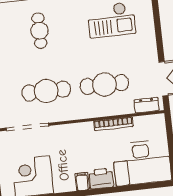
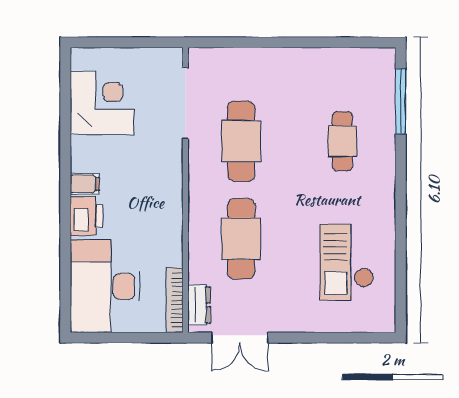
cafe table: (39, 31) -> (342, 141), turned 90
bookcase: (113, 124) -> (175, 300), moved

